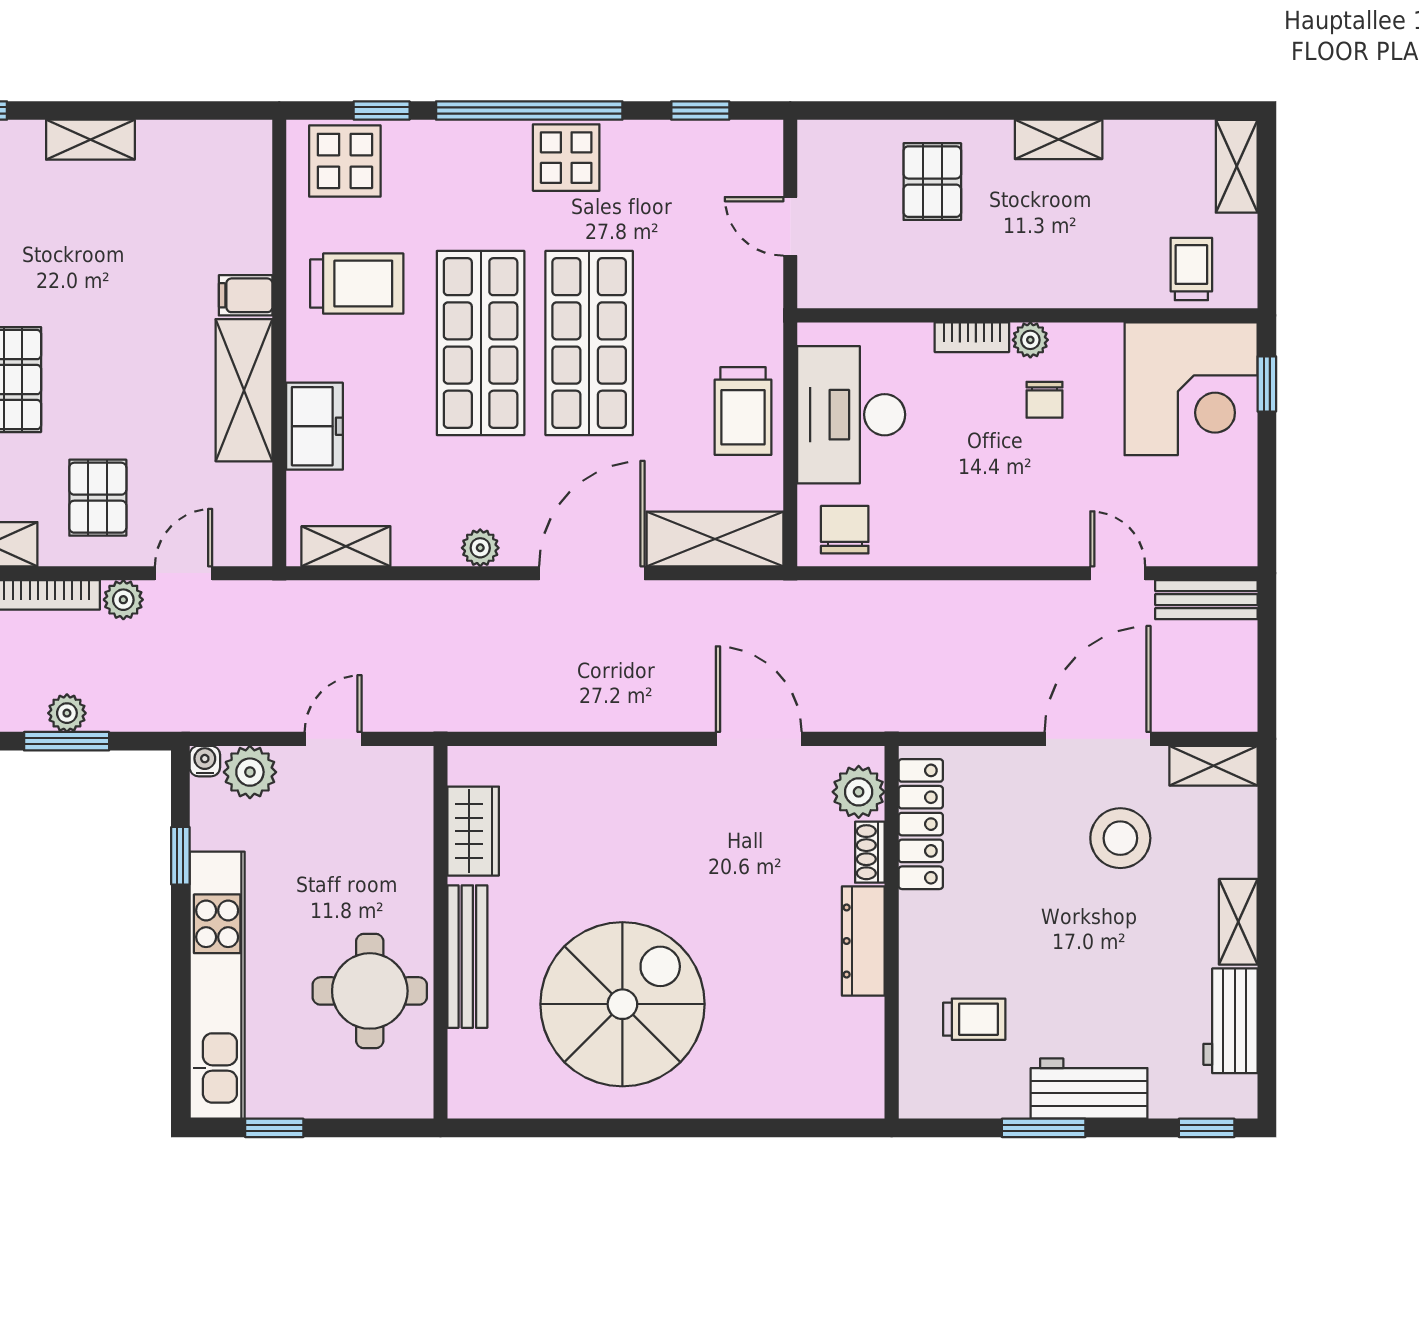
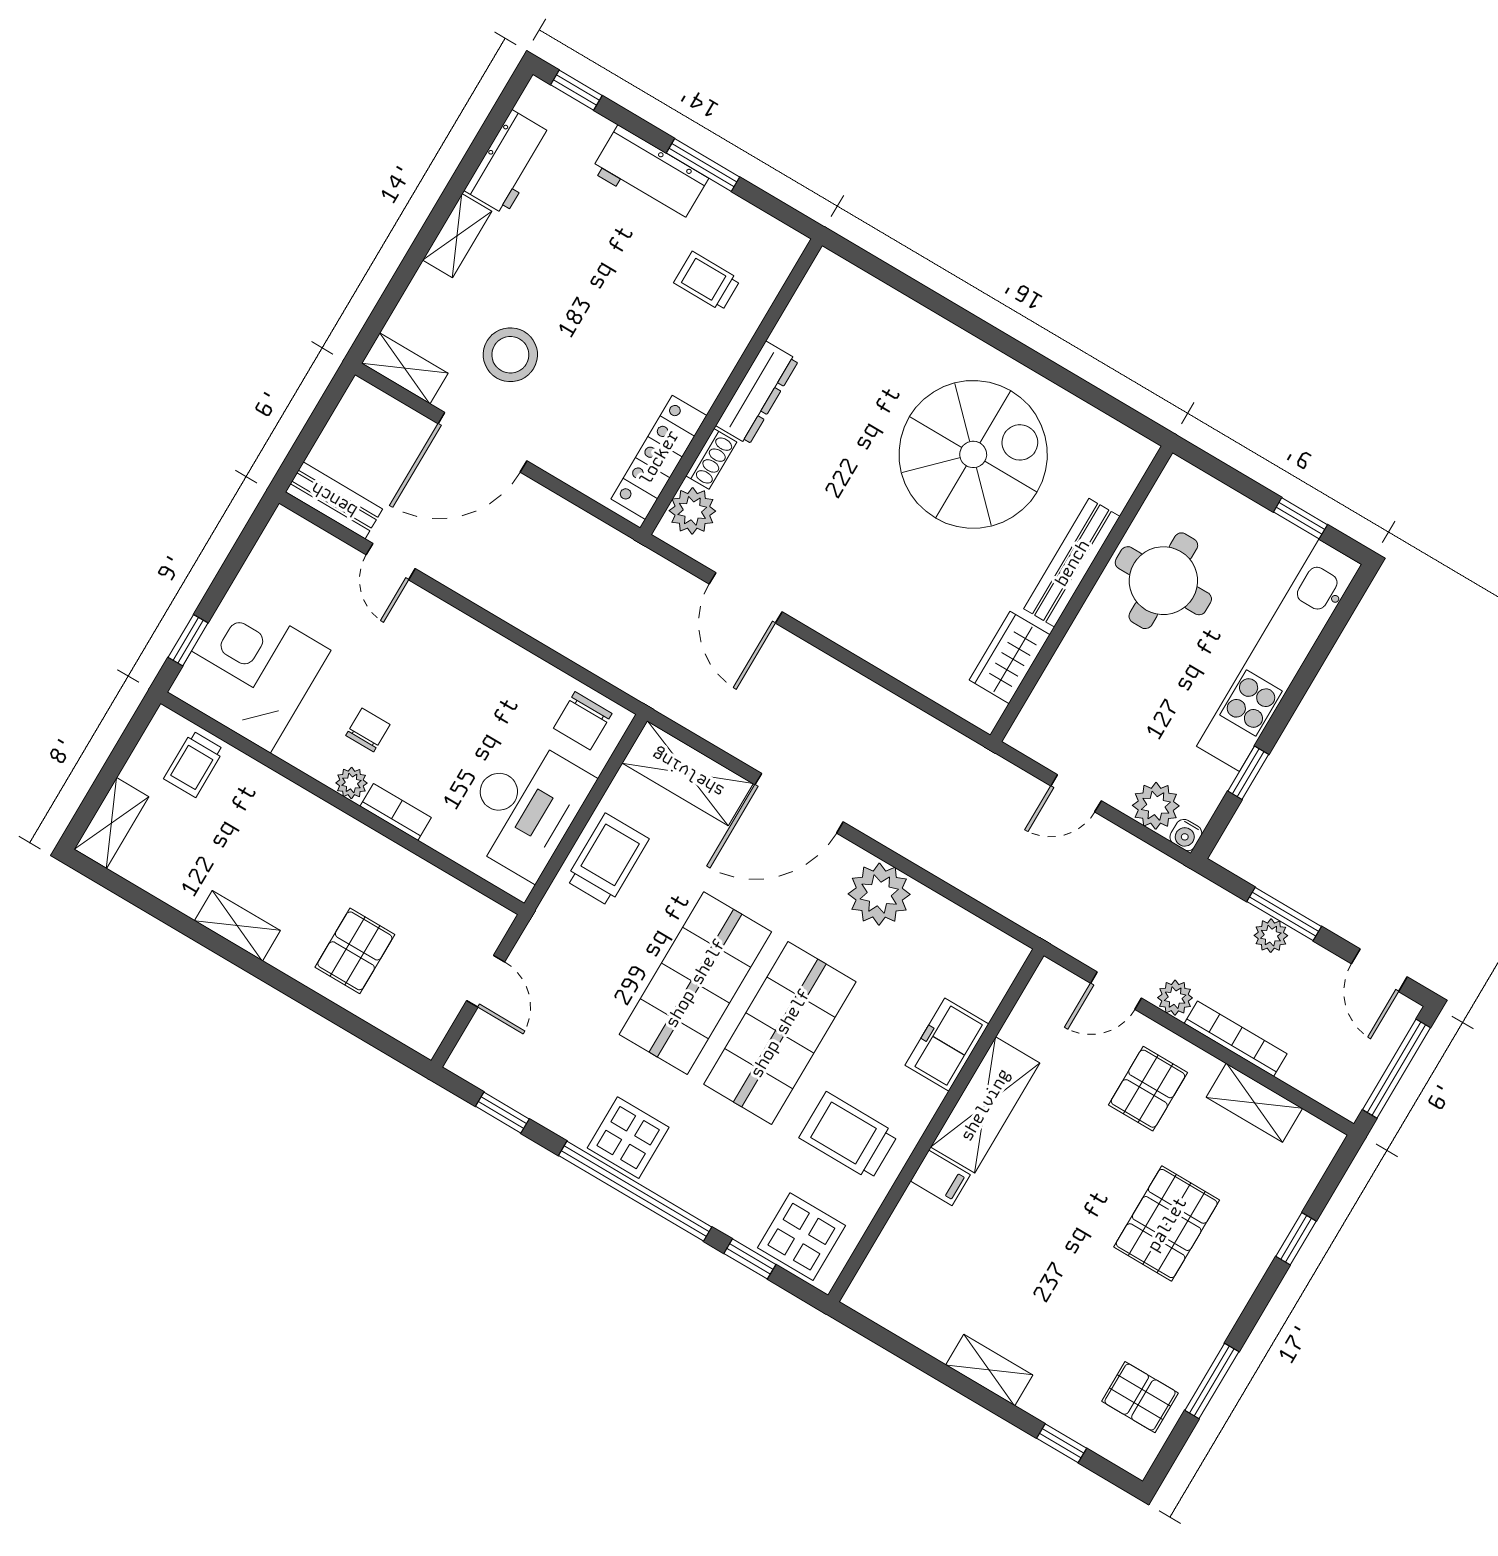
shelving: (346, 546) -> (978, 937), removed
plant: (480, 548) -> (879, 894), width x1.88, depth x1.88
spiral stairs: (622, 1004) -> (973, 454), turned 180

